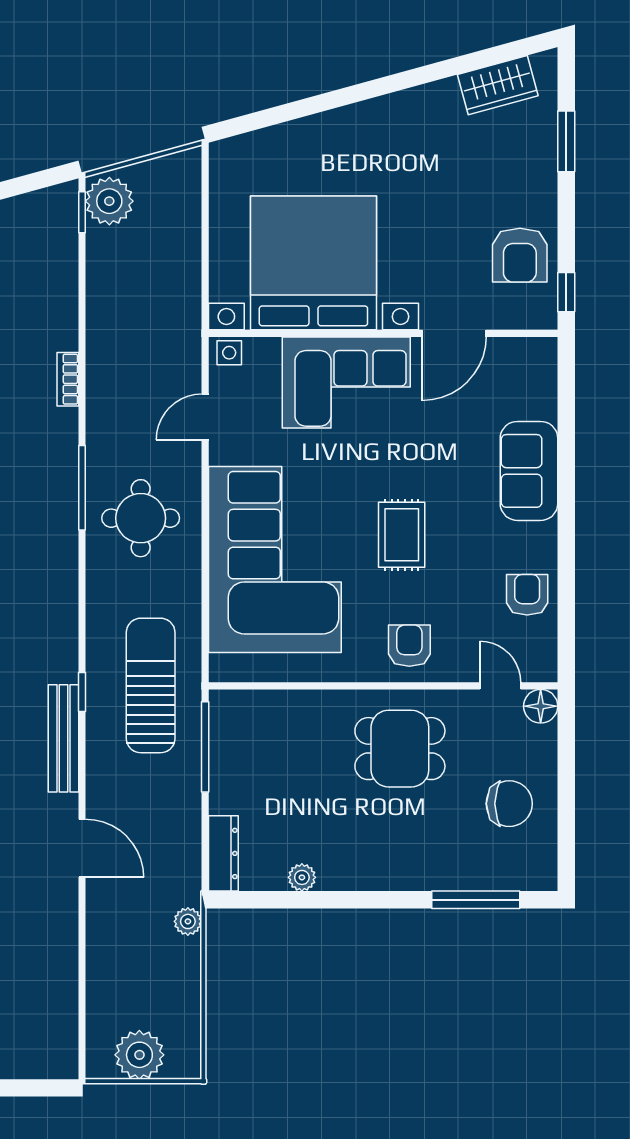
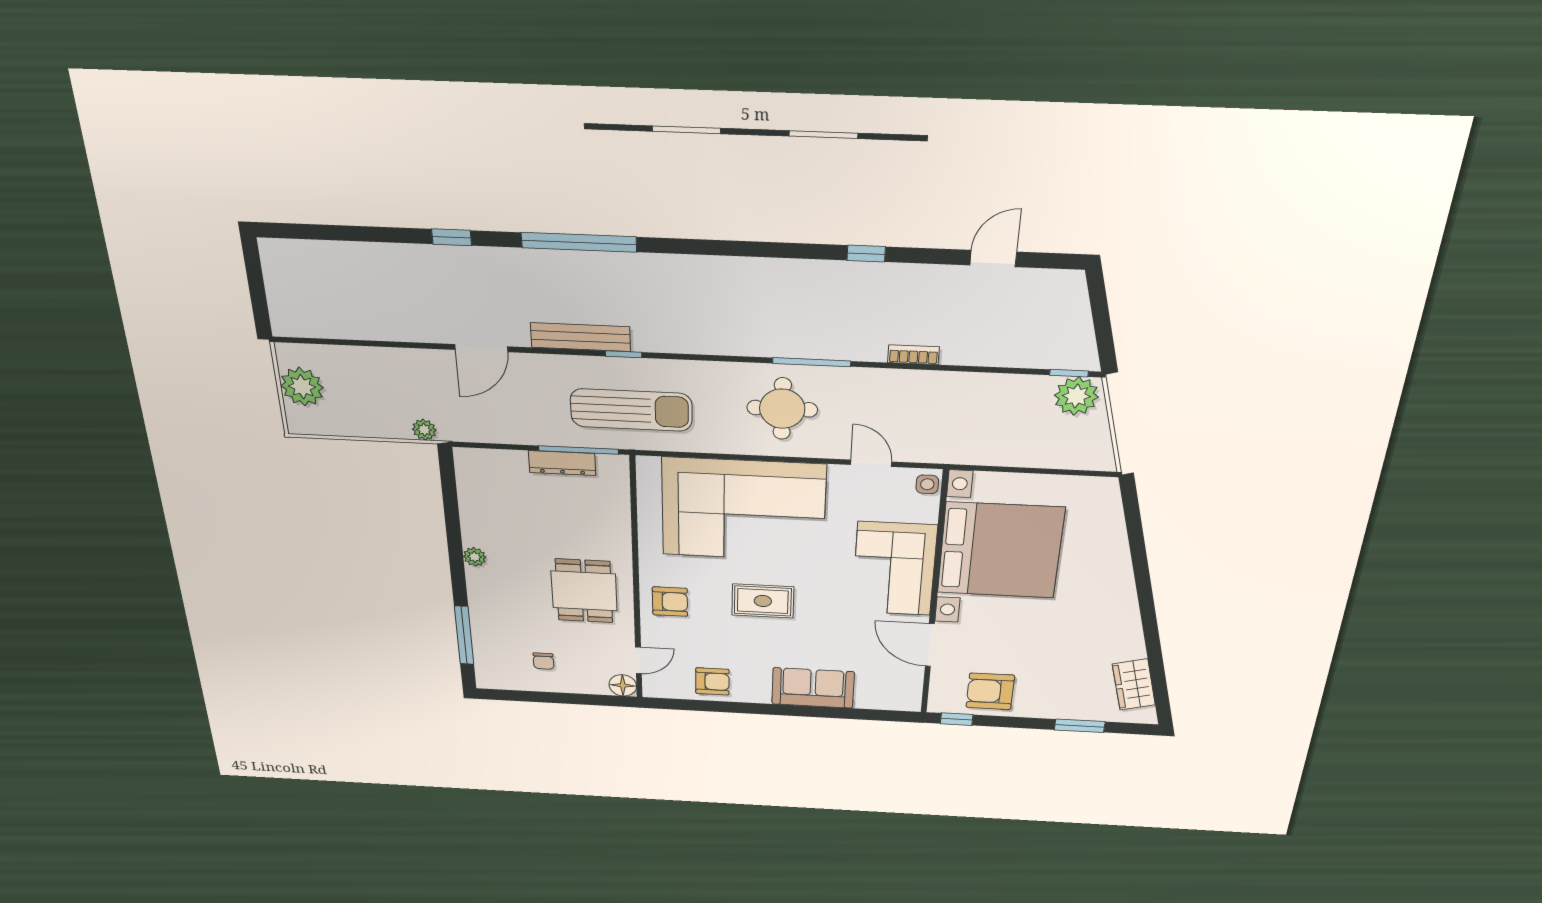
chair: (509, 804) -> (543, 661), width x0.54, depth x0.54
dresser: (223, 853) -> (562, 463), moved
plant: (302, 877) -> (475, 557), moved

